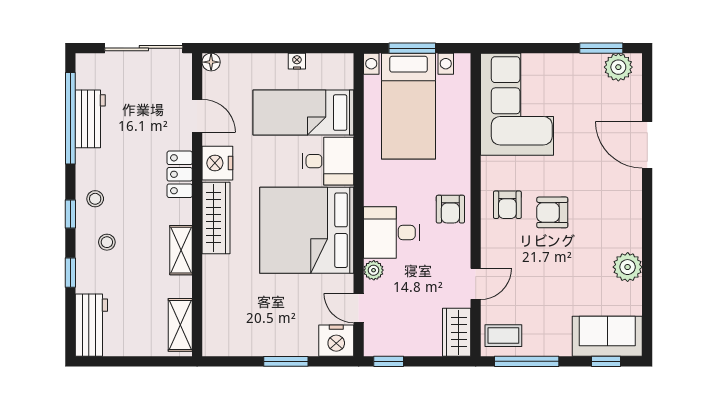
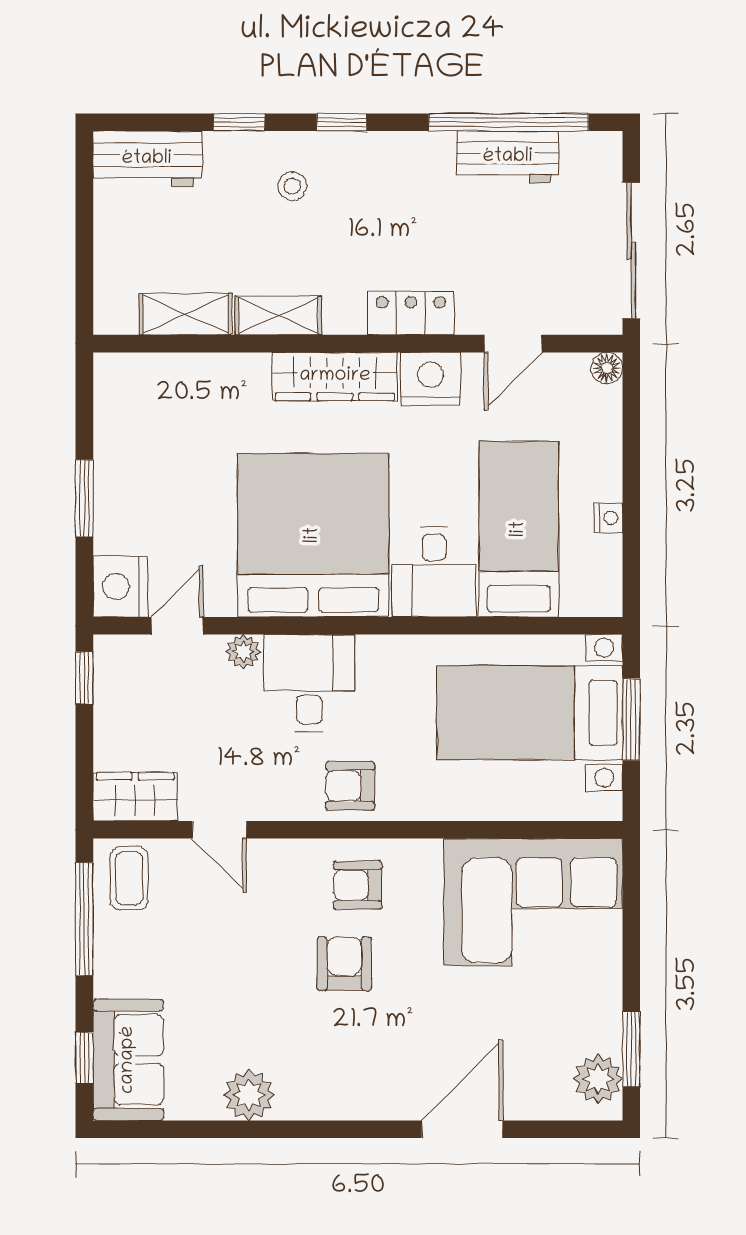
stool: (95, 199) -> (368, 166), removed
shelving: (180, 325) -> (186, 314), moved

